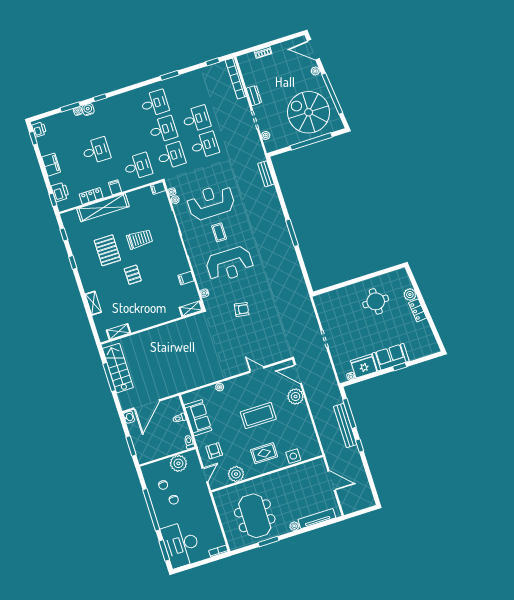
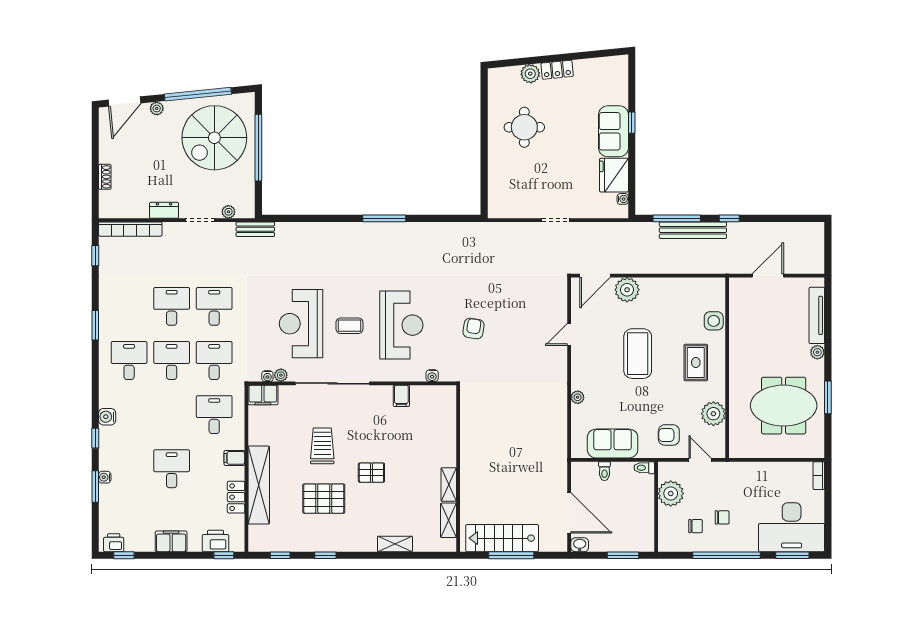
water cooler: (88, 109) -> (107, 417), moved
bench: (266, 174) -> (255, 229), moved
filing cabinet: (158, 188) -> (263, 395), width x2.00
shelving: (191, 309) -> (449, 485), moved

